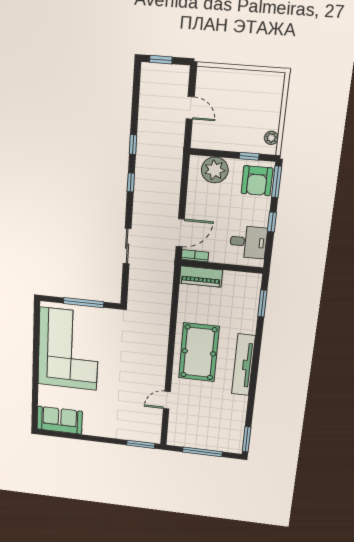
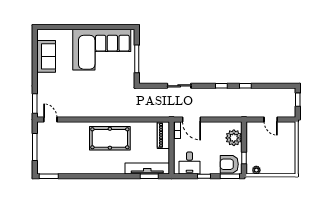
door: (190, 108) -> (271, 119), hinge flipped
tv unit: (243, 365) -> (147, 169), moved
door: (167, 400) -> (50, 119), moved
sofa: (60, 420) -> (46, 56), moved

